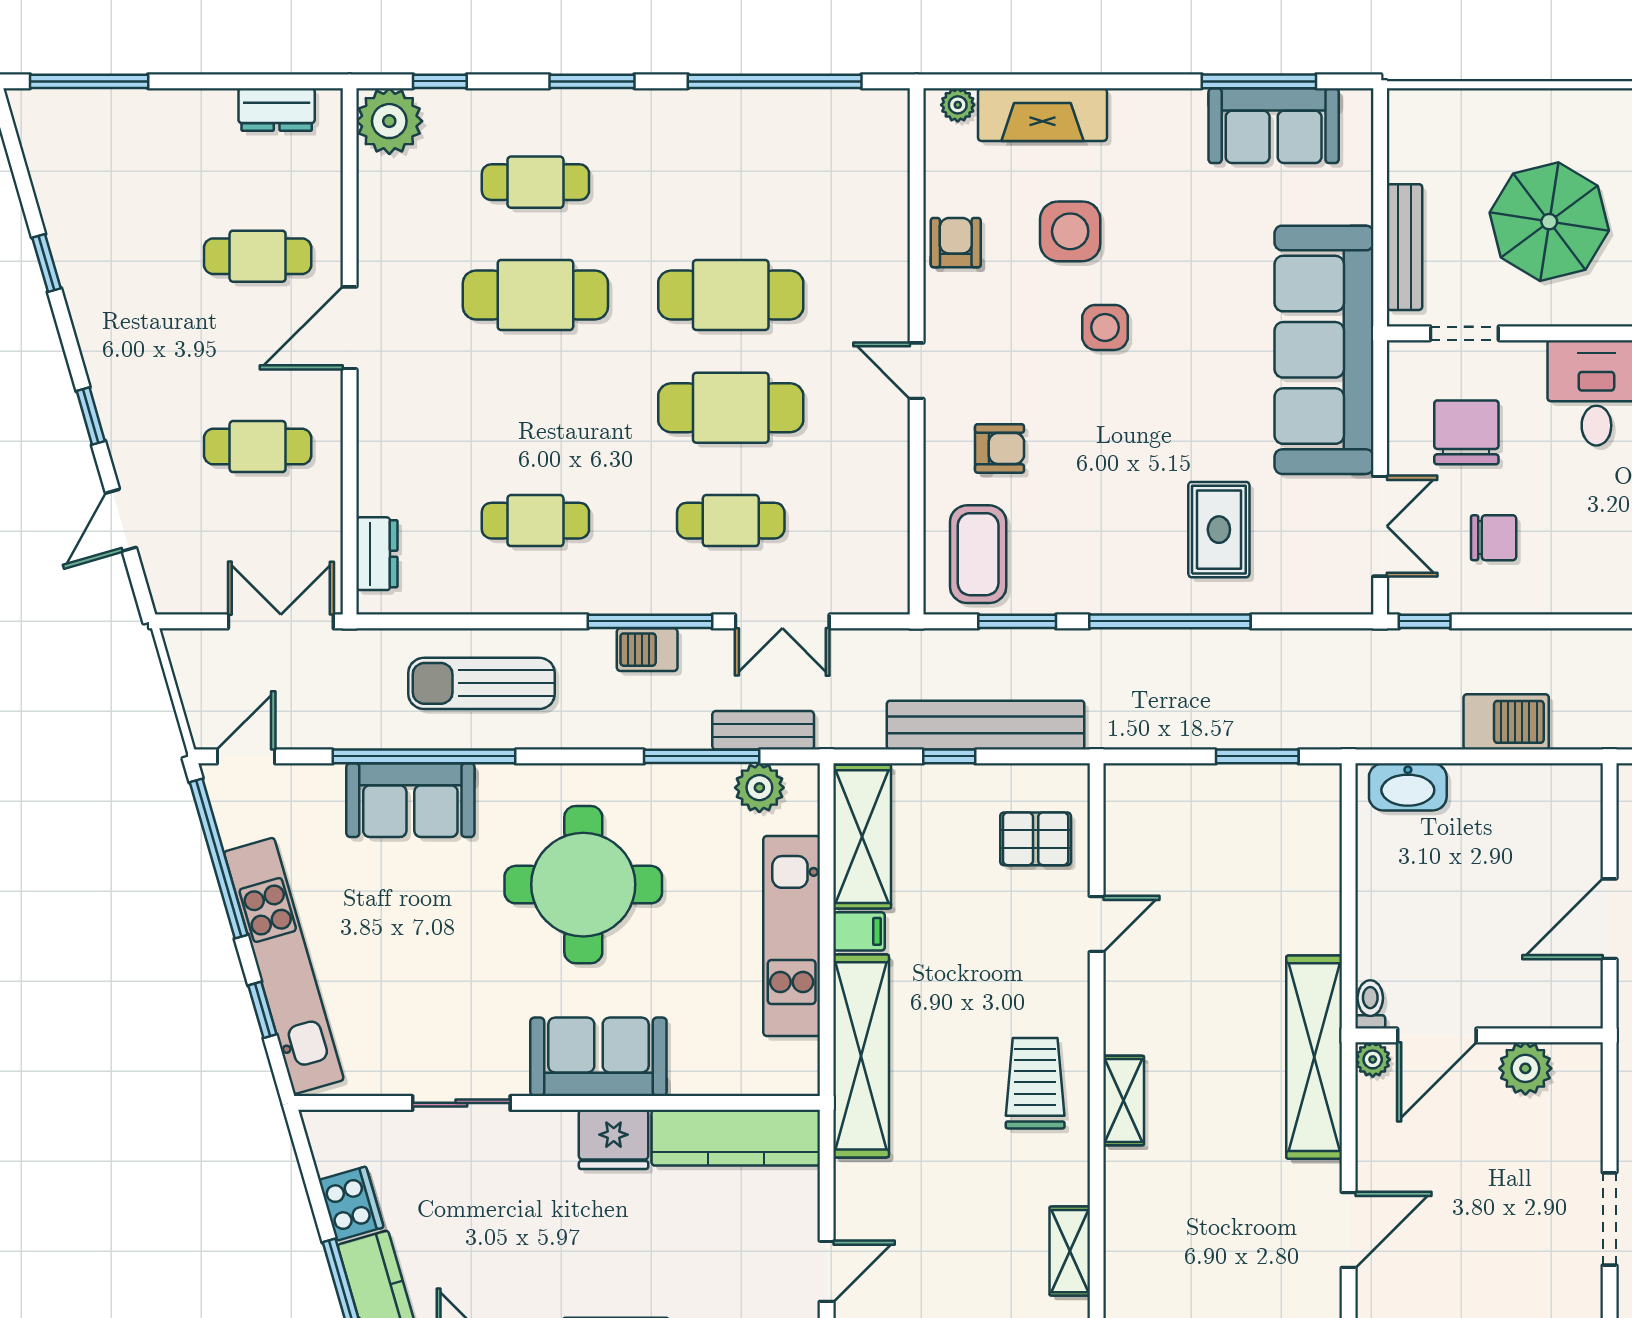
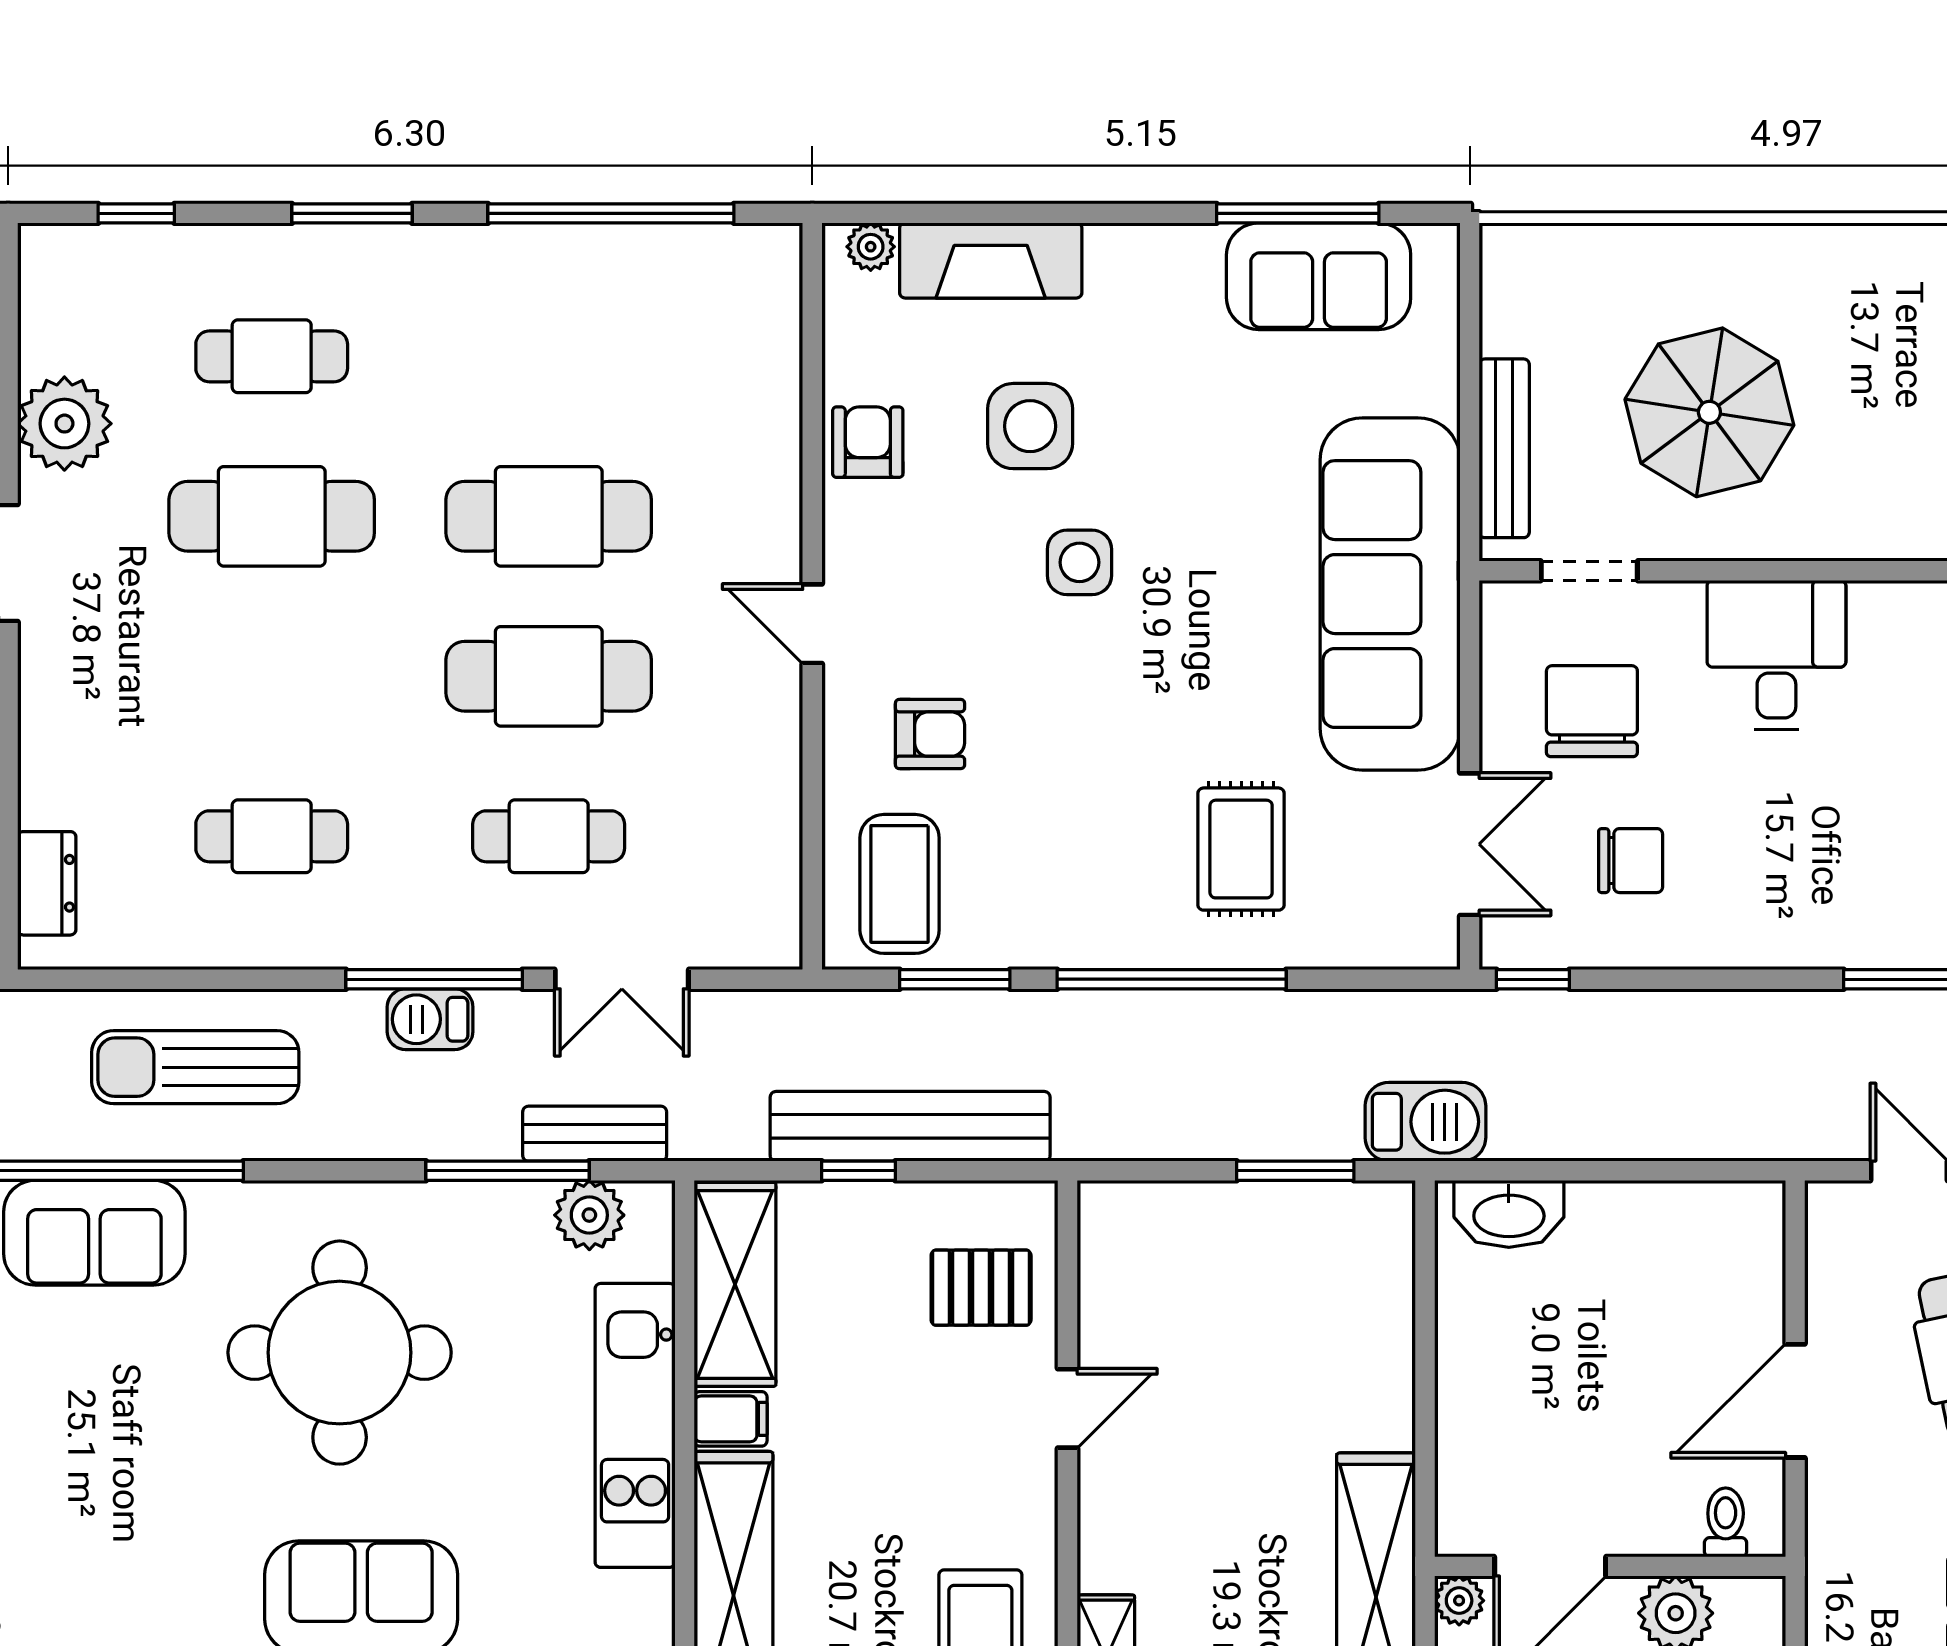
plant: (389, 121) -> (64, 424), moved
barbecue: (1506, 722) -> (1425, 1122), moved
toilet: (1370, 1004) -> (1726, 1522), moved

